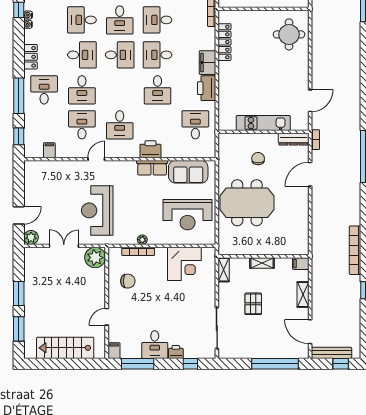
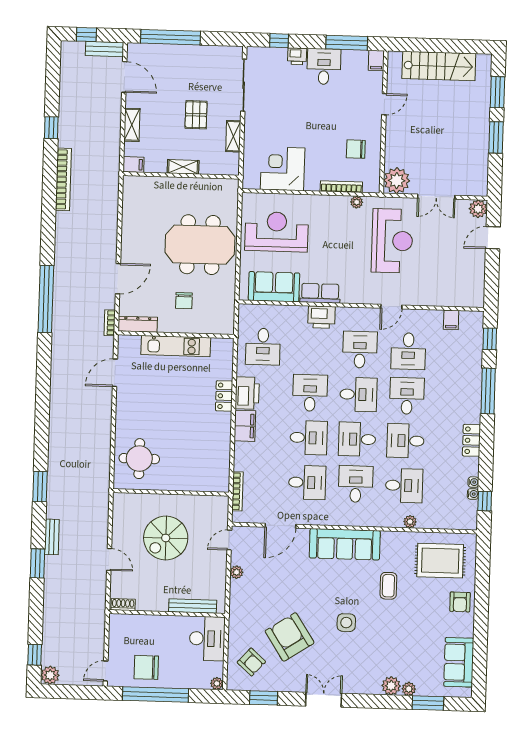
locker: (224, 42) -> (224, 396), moved, width x0.66
desk: (44, 90) -> (358, 394), moved, turned -90
plant: (142, 240) -> (357, 202), moved
shelving: (224, 270) -> (233, 136), moved
bench: (331, 353) -> (105, 49), width x0.73

